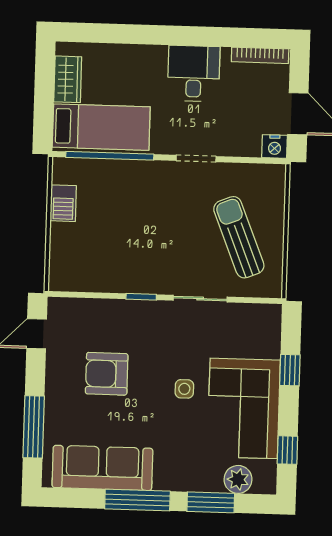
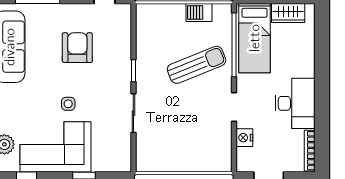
desk: (194, 74) -> (295, 103), width x1.37
nightstand: (275, 146) -> (244, 138), moved
sun lounger: (239, 237) -> (197, 65), moved

